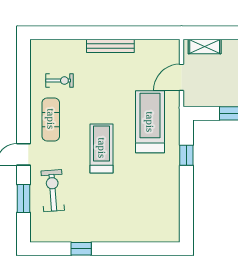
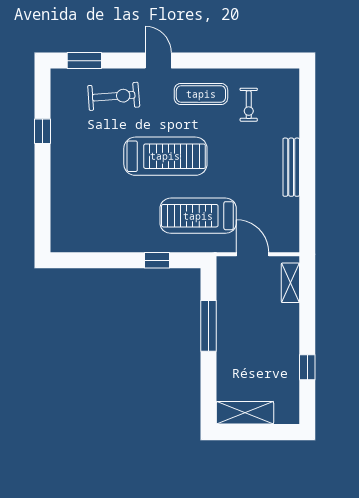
treadmill: (150, 122) -> (198, 216), turned 180
treadmill: (102, 148) -> (165, 156), width x1.37, depth x1.38
window: (24, 198) -> (84, 61), moved

